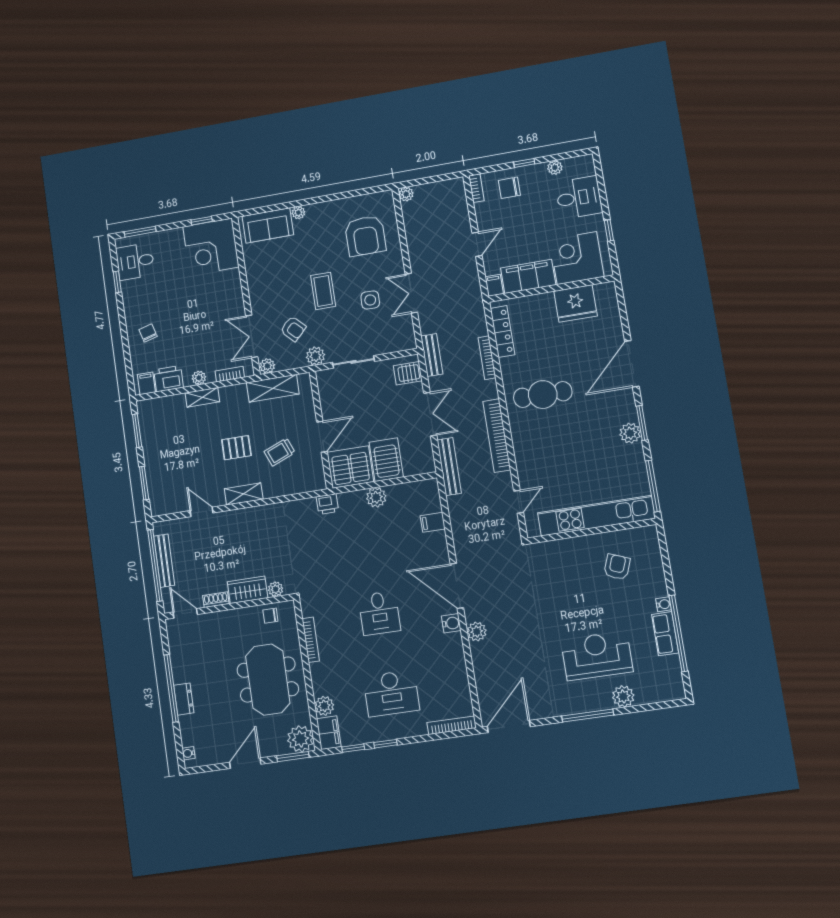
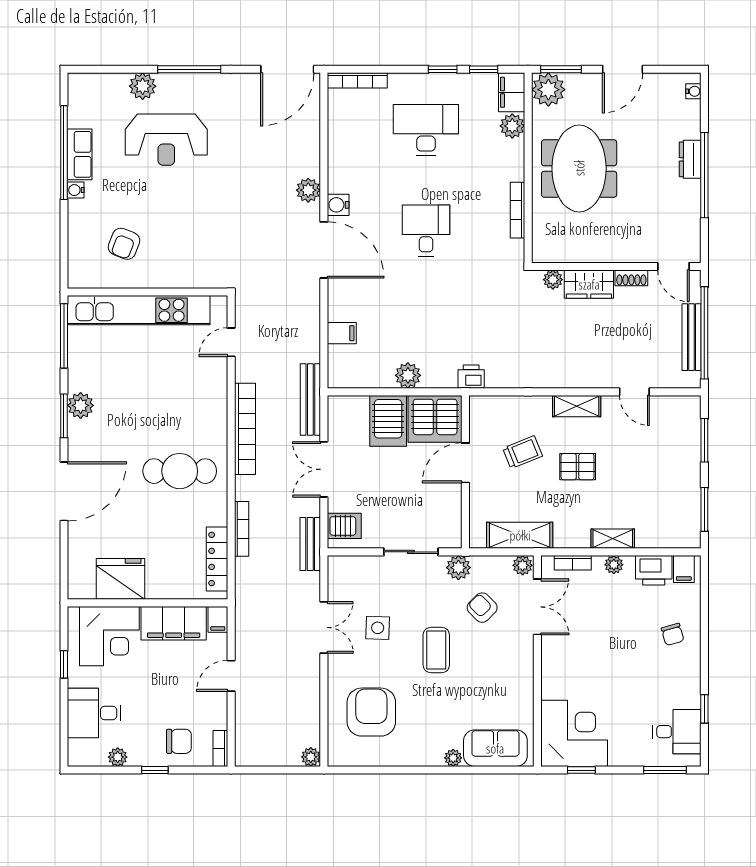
chair: (270, 616) -> (564, 247), removed

